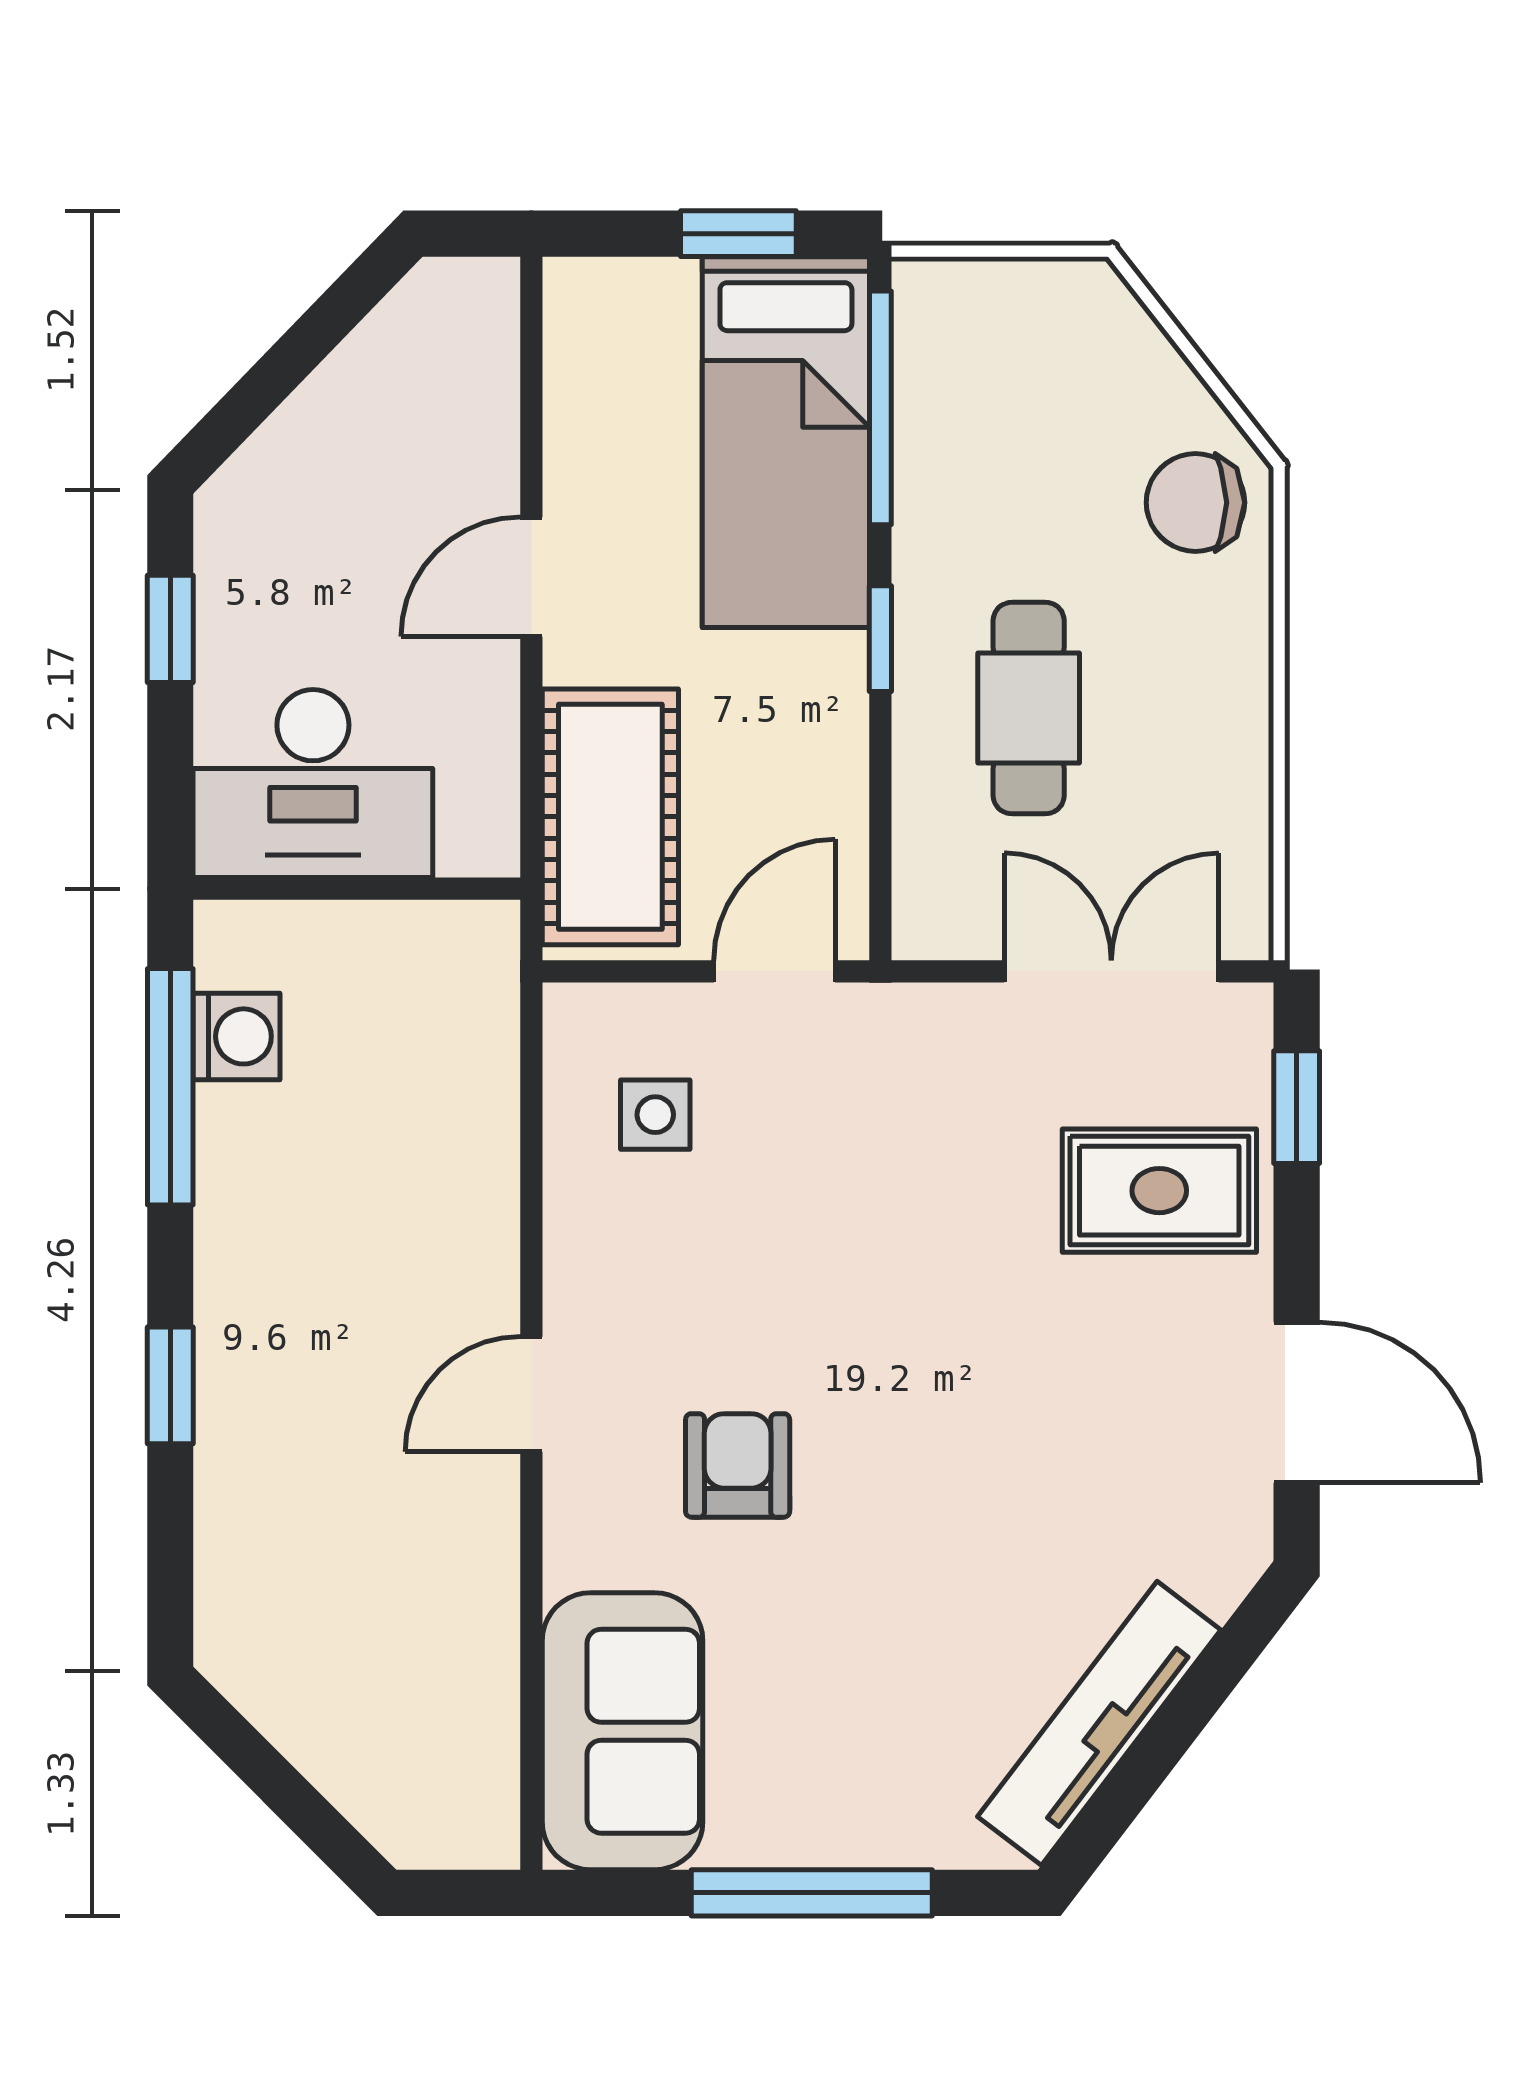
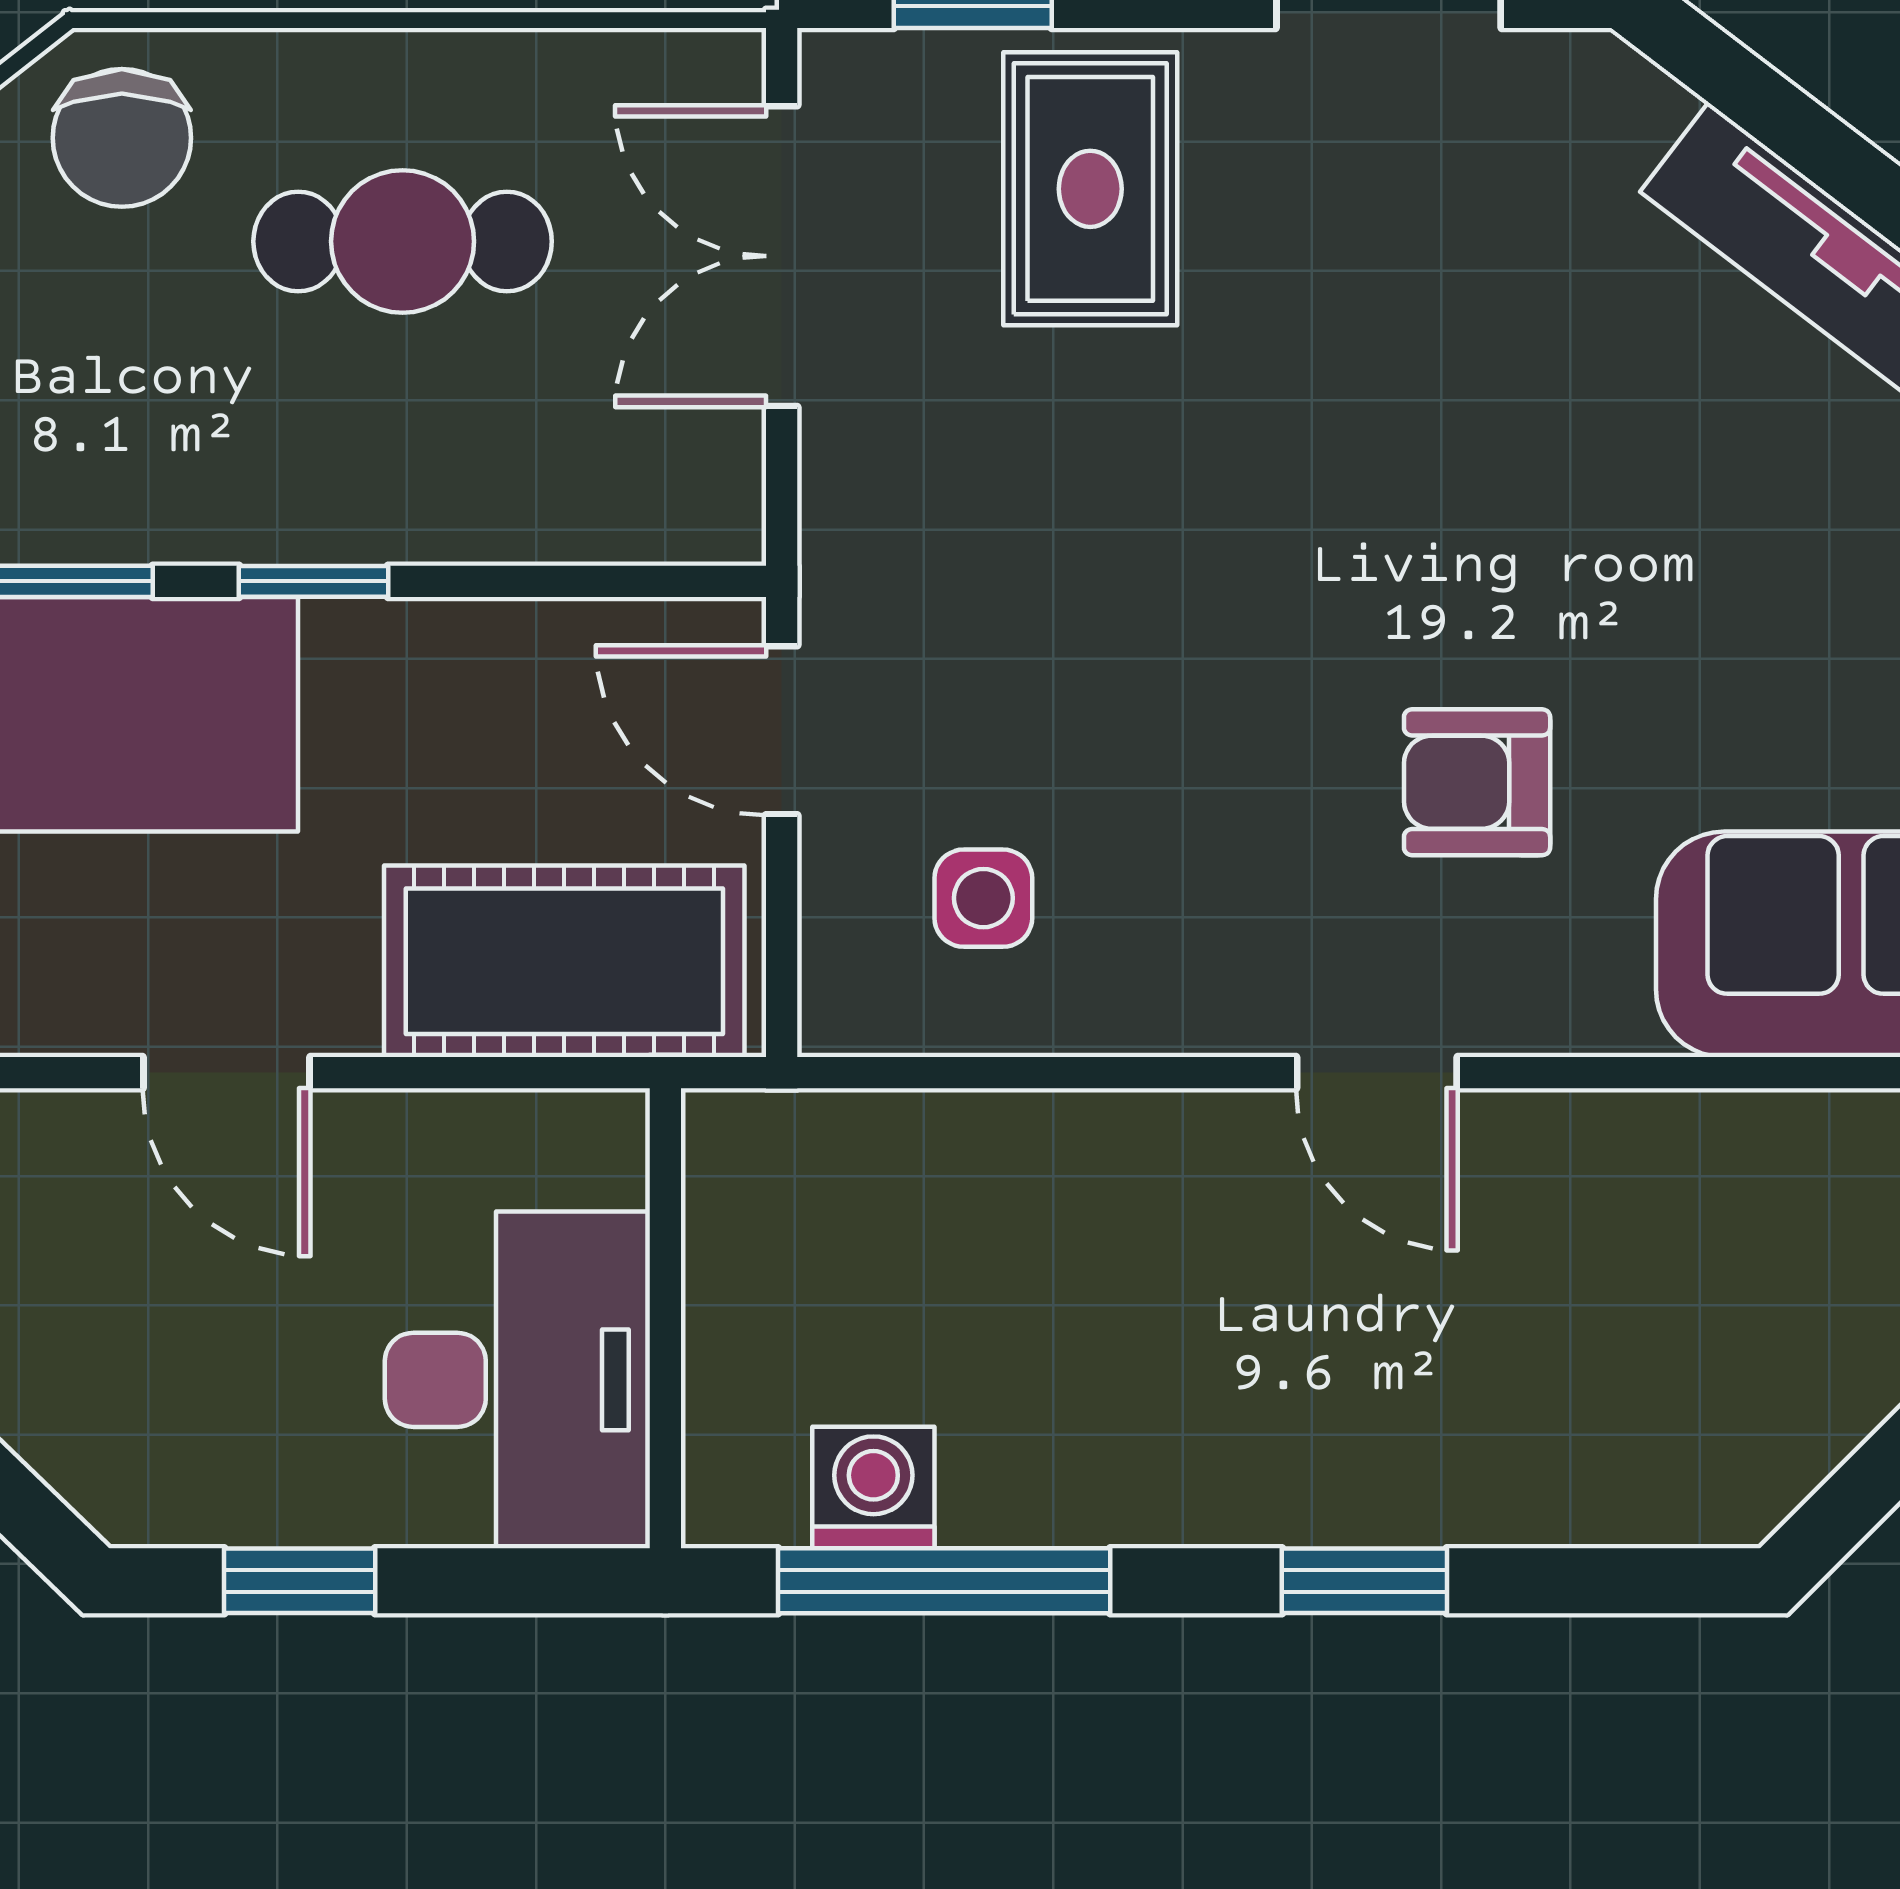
cafe table: (1029, 708) -> (403, 241), moved

